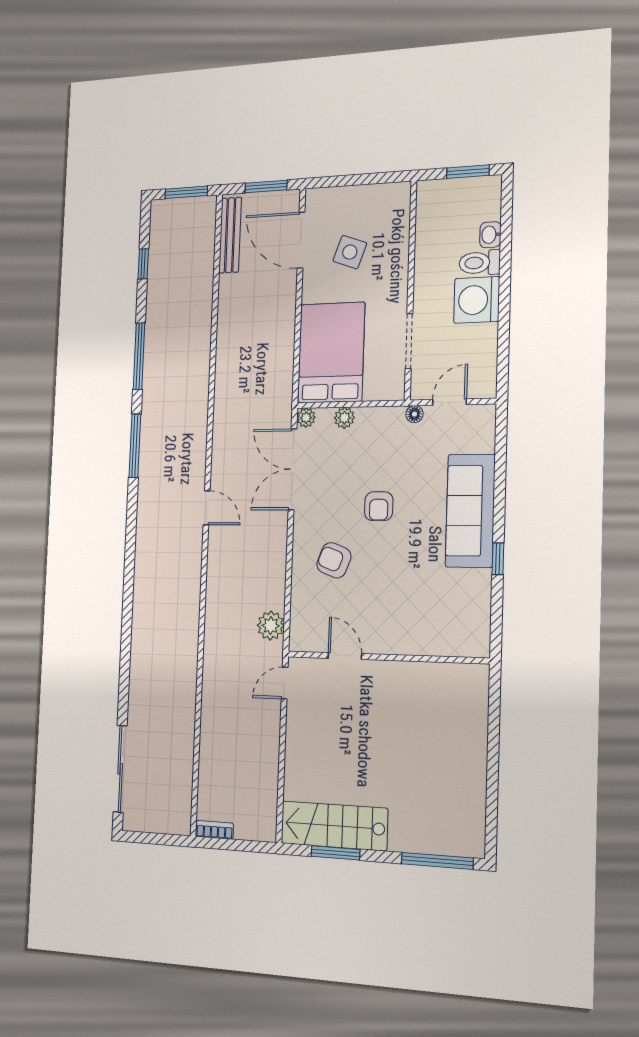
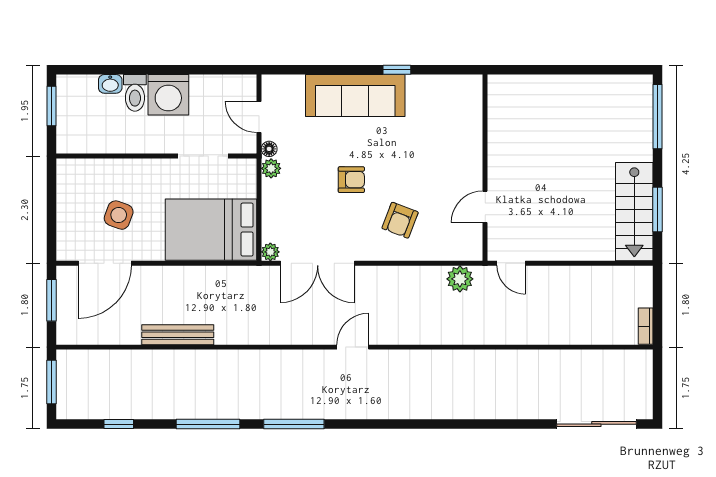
bench: (230, 235) -> (178, 335), moved
plant: (344, 418) -> (271, 168), moved

